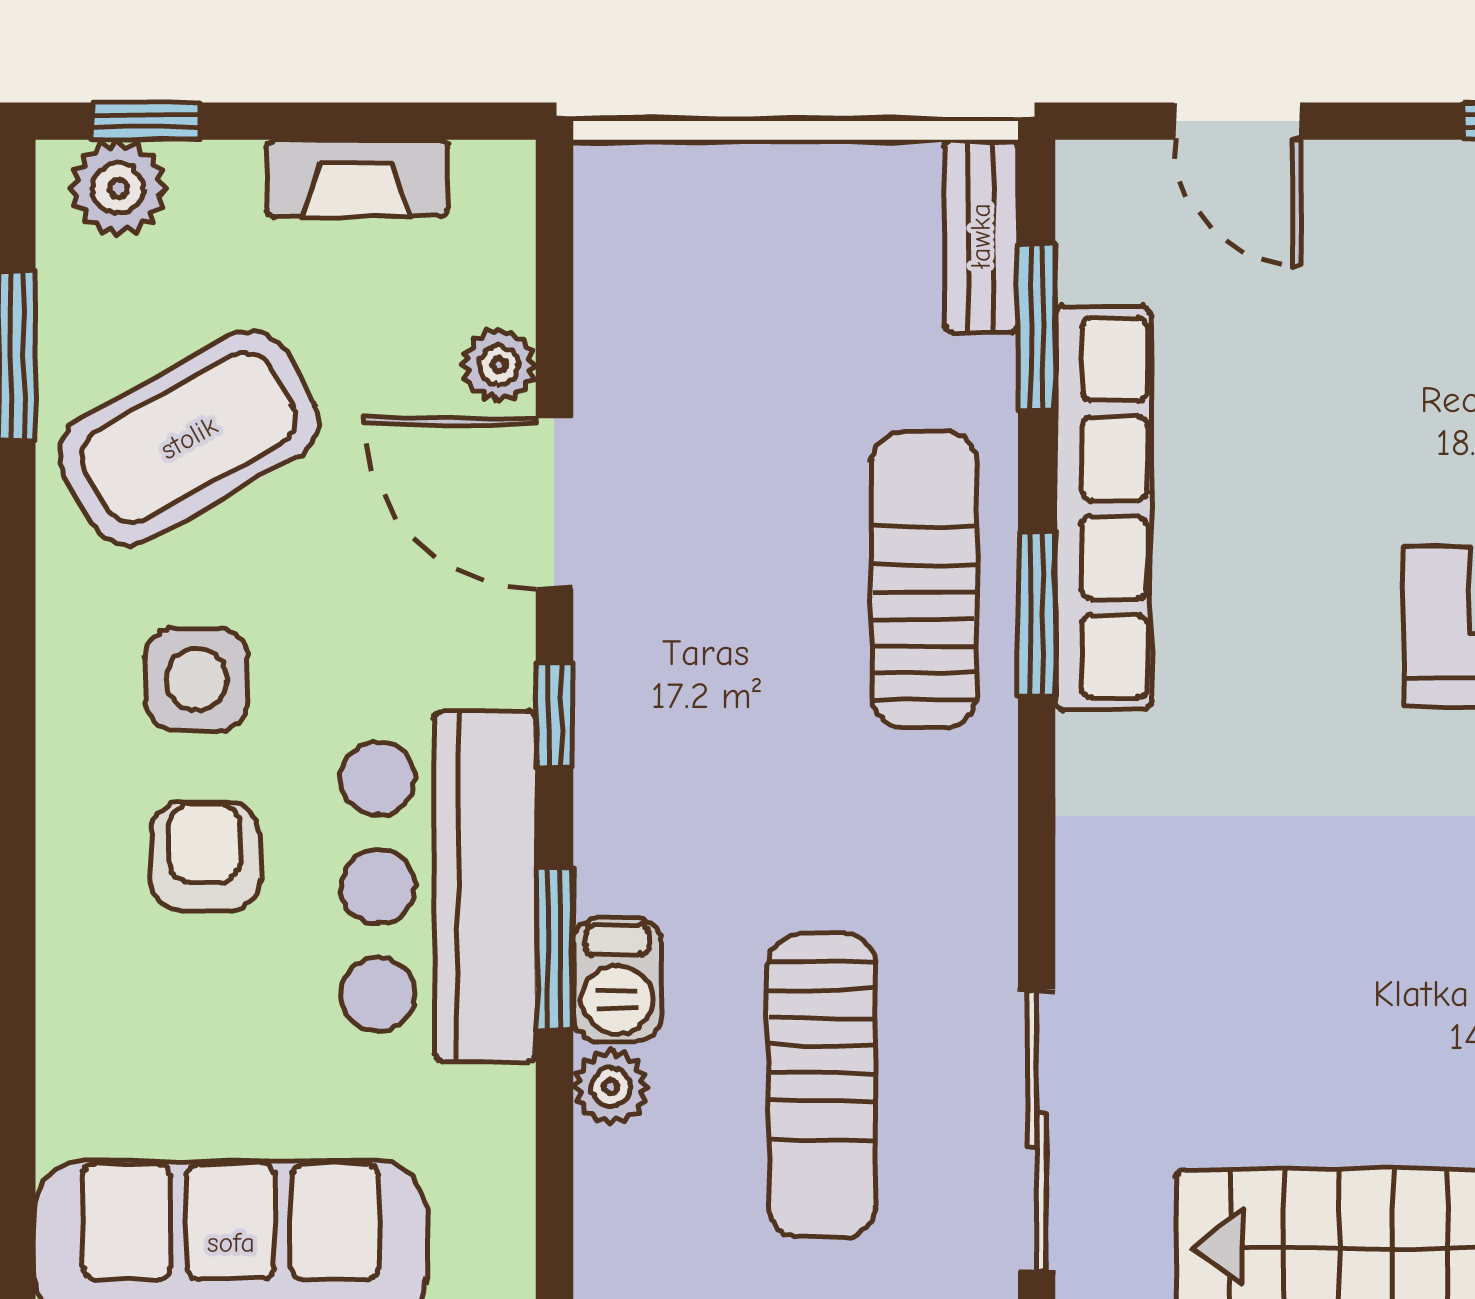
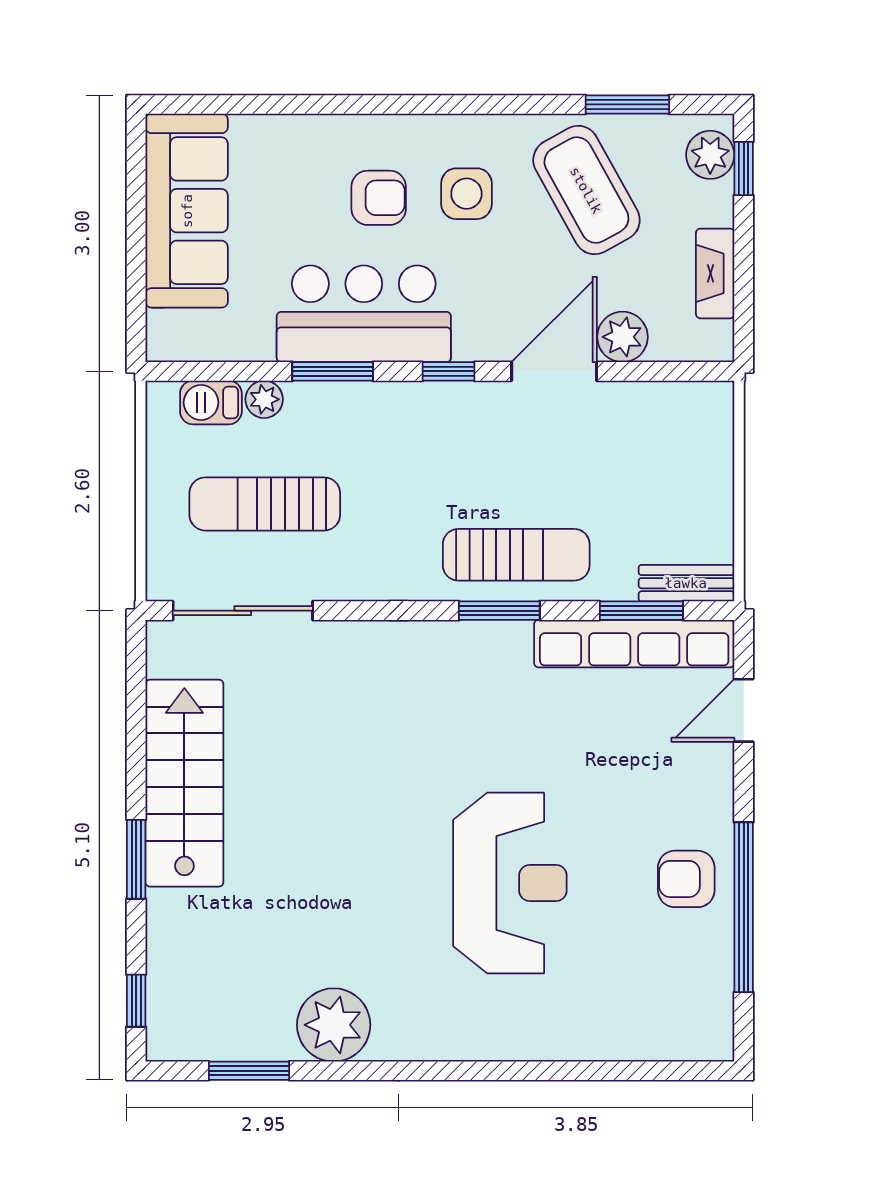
plant: (499, 365) -> (622, 337), width x1.38, depth x1.38
row of seats: (1103, 508) -> (634, 644), moved
barbecue: (617, 980) -> (211, 402), moved

